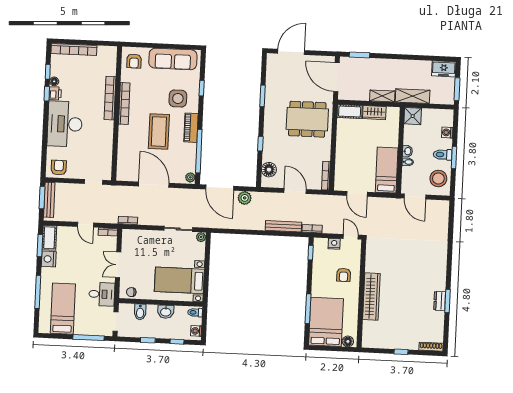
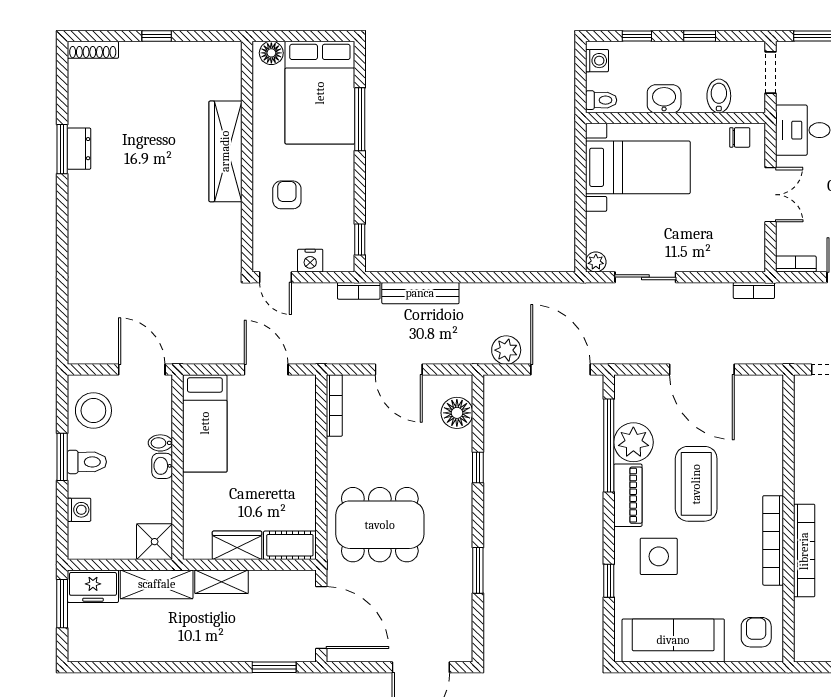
freezer: (444, 69) -> (93, 586), moved, turned 180
plant: (190, 177) -> (633, 442), moved, width x1.87, depth x1.87

